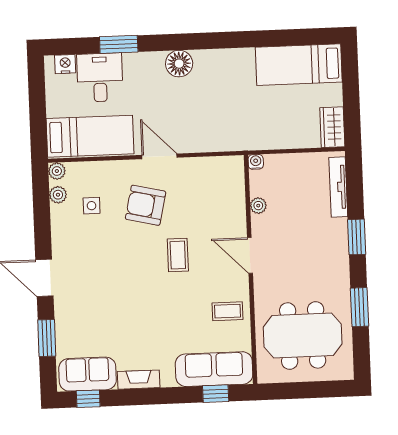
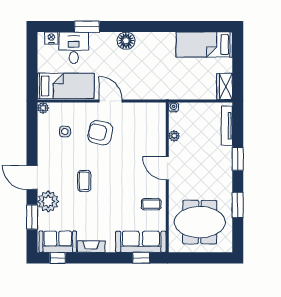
plant: (58, 195) -> (48, 202), moved, width x1.87, depth x1.87
coffee table: (178, 255) -> (84, 181), moved

